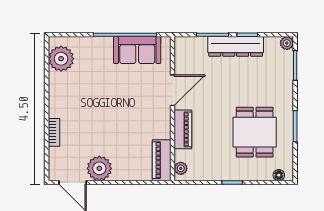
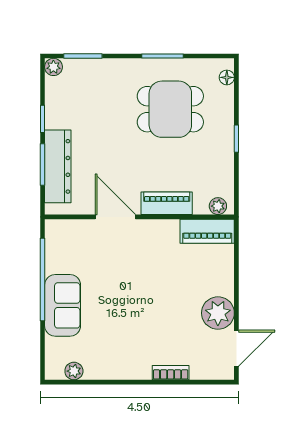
dresser: (236, 46) -> (58, 166), moved
sofa: (137, 50) -> (63, 305), moved
plant: (61, 59) -> (74, 371), width x0.53, depth x0.53

